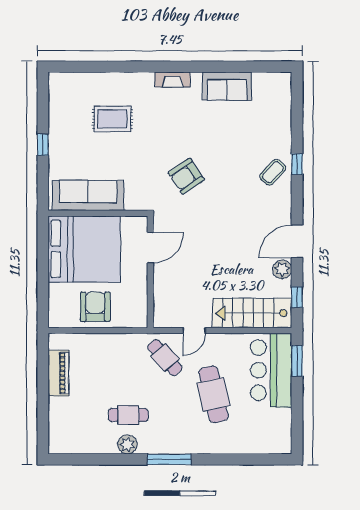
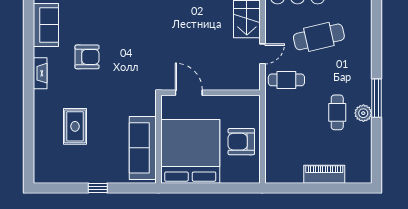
armchair: (186, 176) -> (87, 57), moved, turned -56
door: (194, 331) -> (262, 54), hinge flipped
cafe table: (165, 358) -> (286, 80), turned 42
piano: (59, 373) -> (324, 174), moved
window: (169, 459) -> (376, 98), moved

